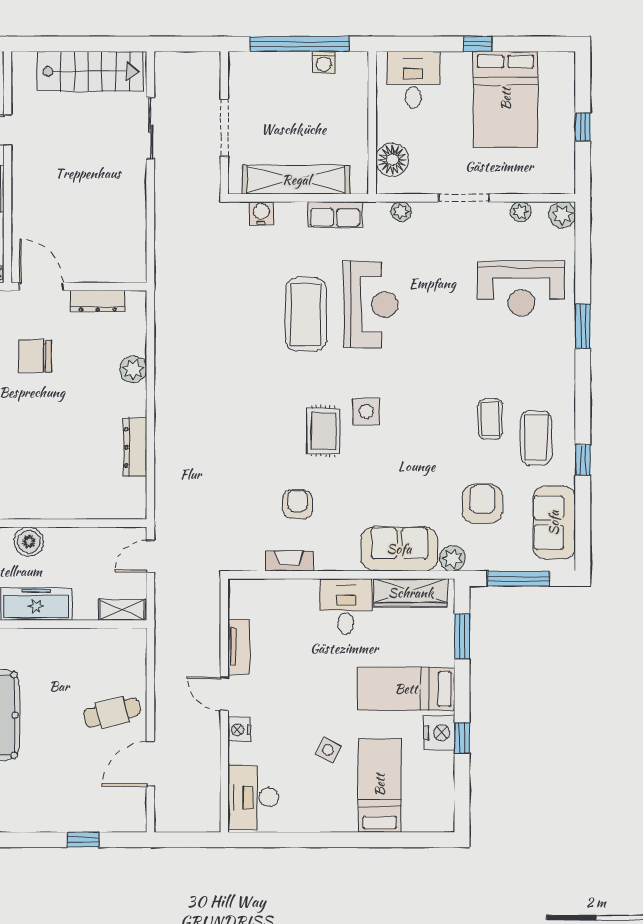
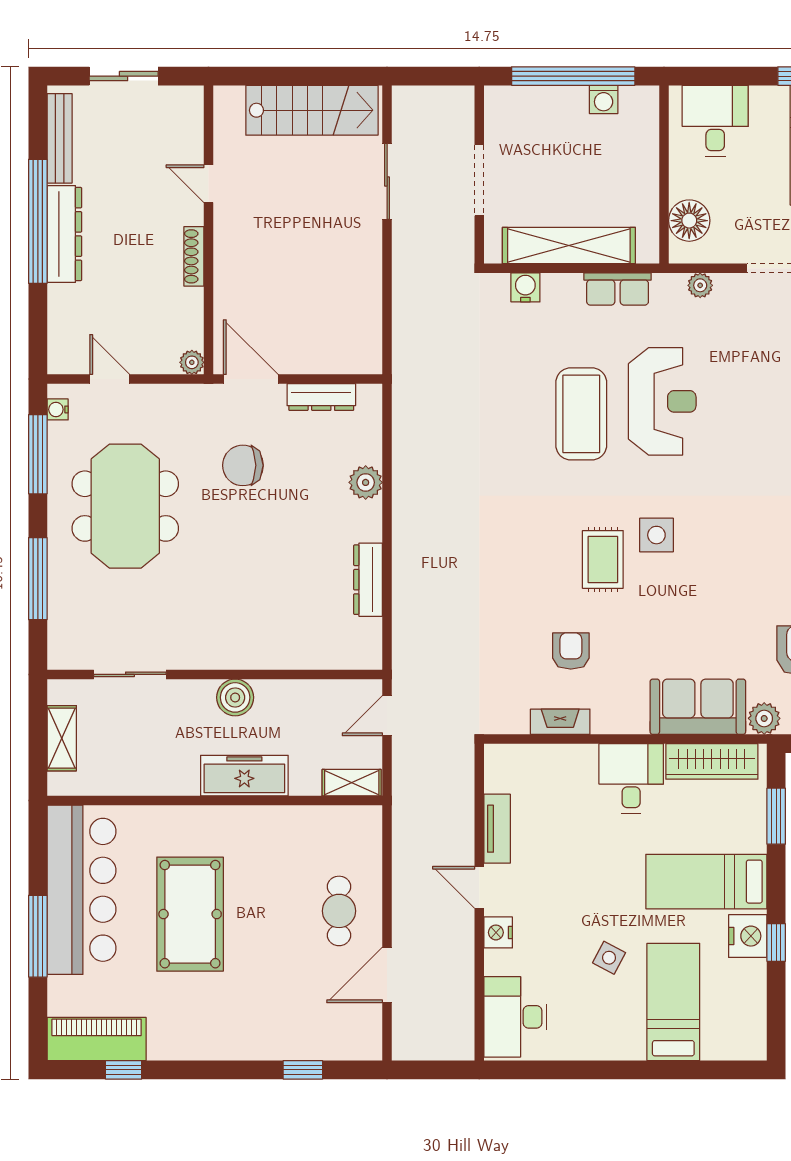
cafe table: (112, 713) -> (339, 911), turned -76

